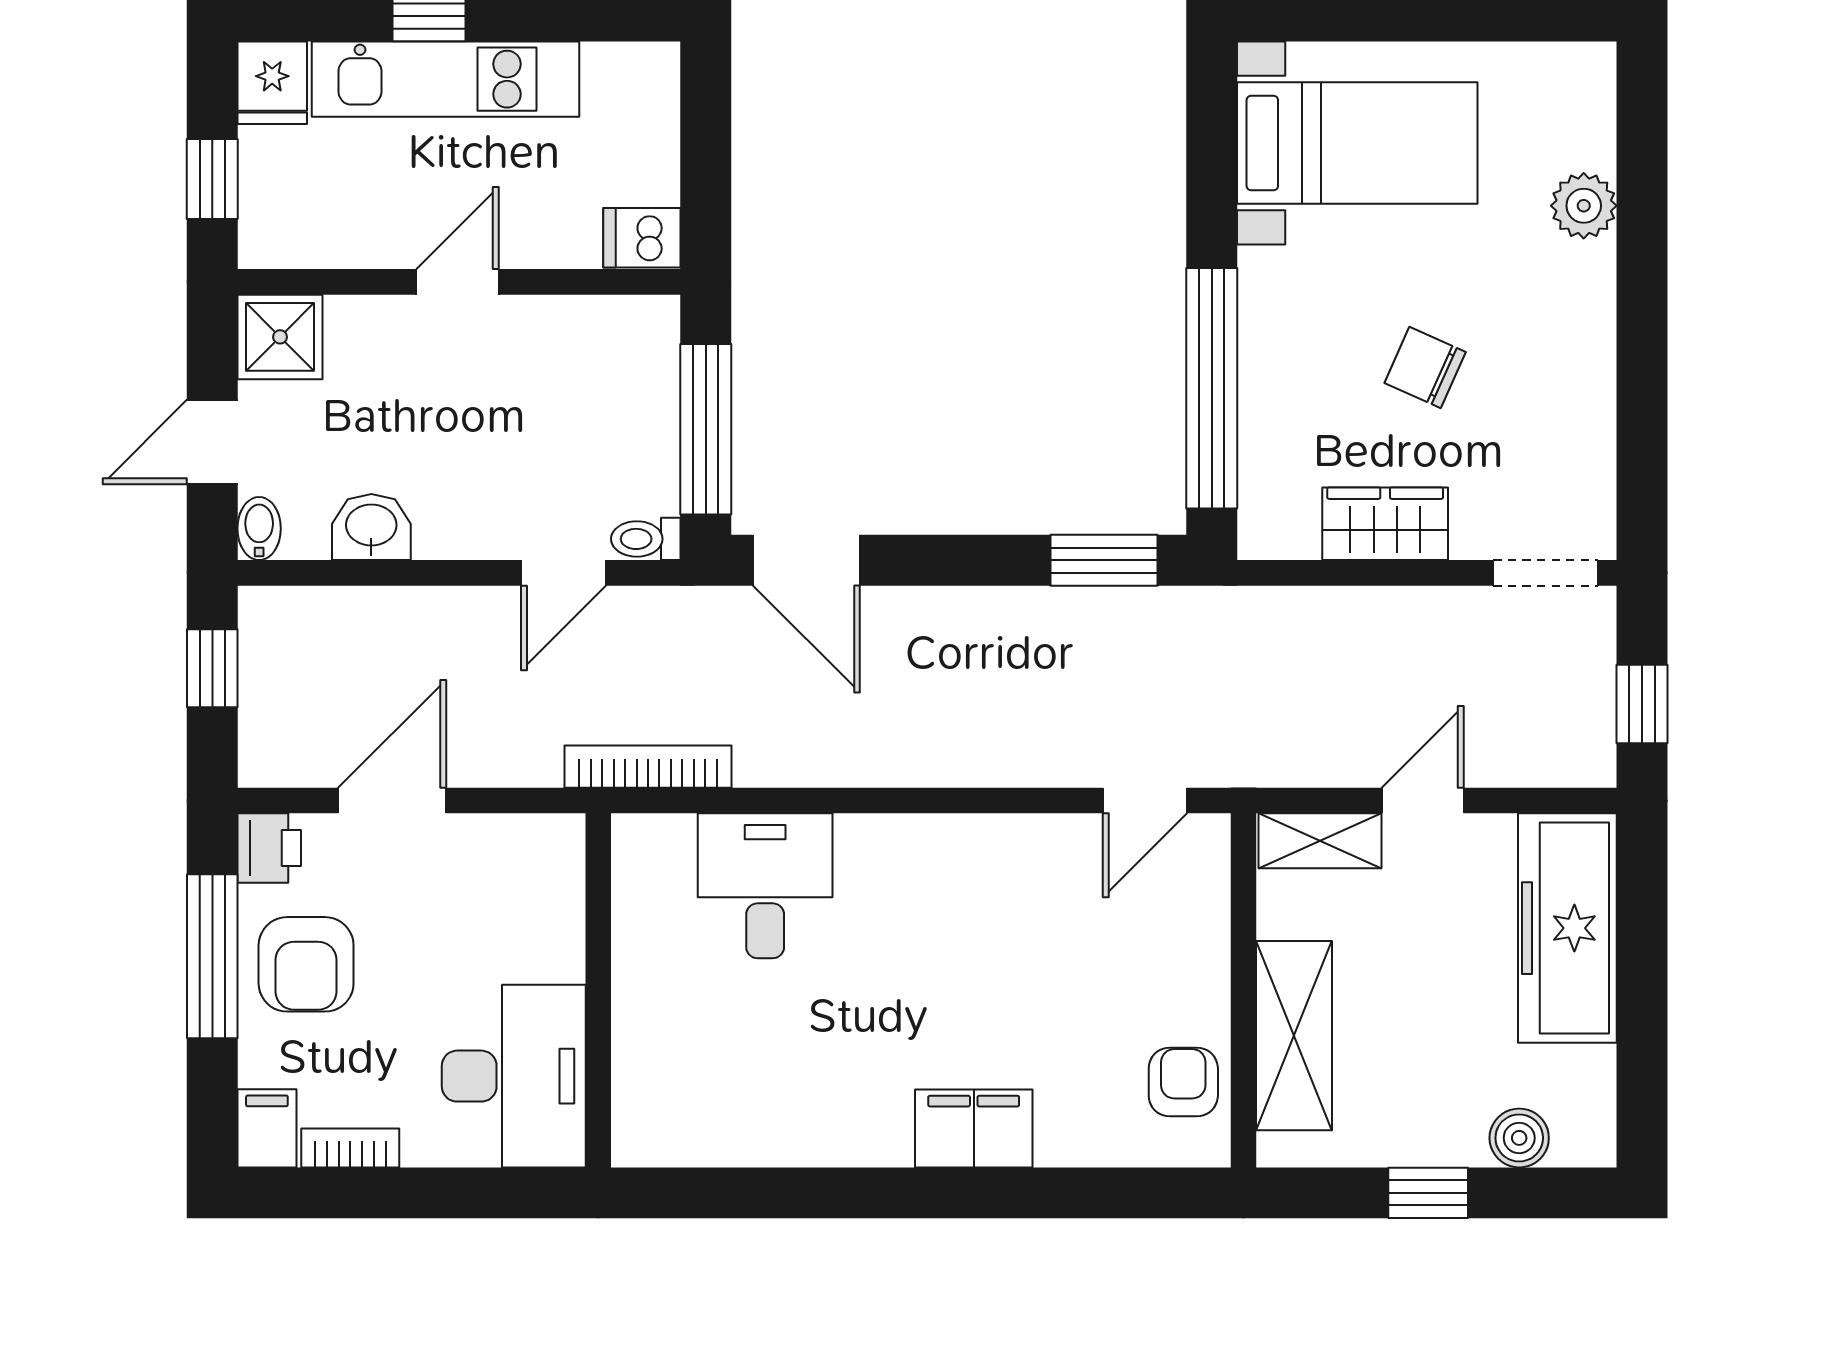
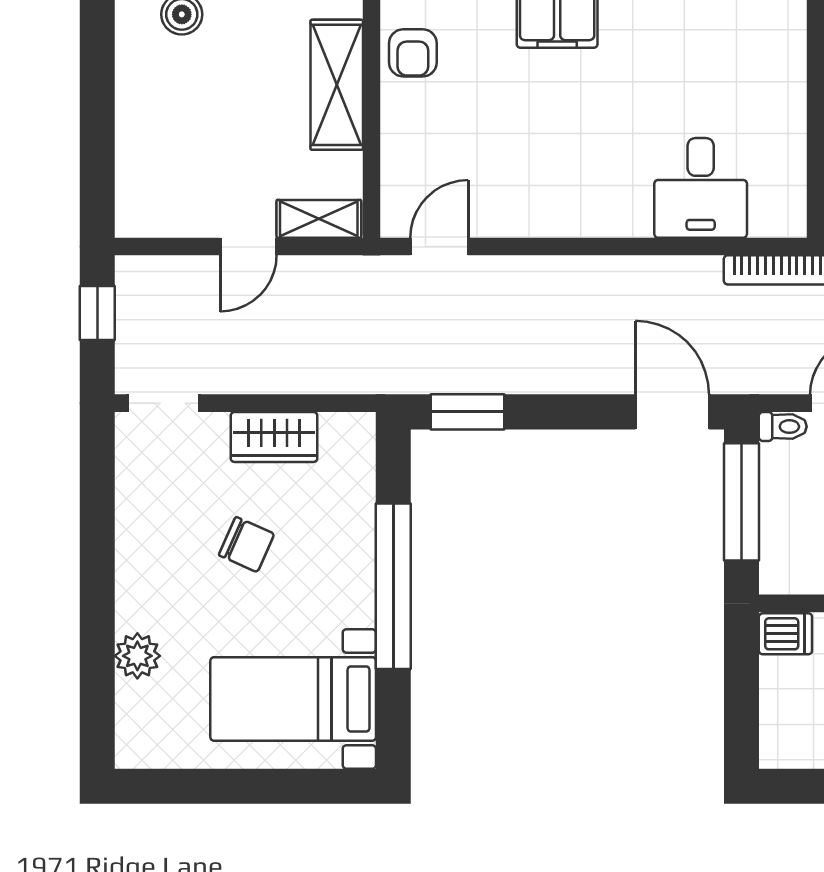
window: (1212, 388) -> (393, 586), moved
freezer: (1567, 928) -> (149, 159), removed

